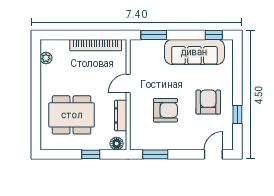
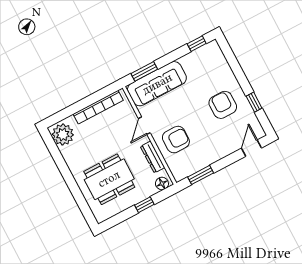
sofa: (194, 52) -> (157, 84), moved
plant: (46, 58) -> (63, 135), width x1.88, depth x1.88
armchair: (165, 110) -> (176, 140), moved

